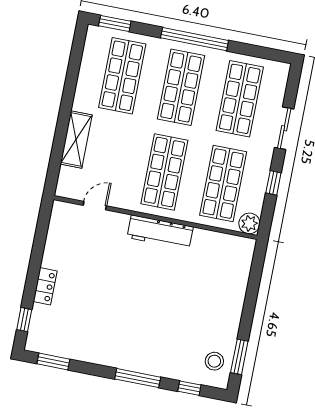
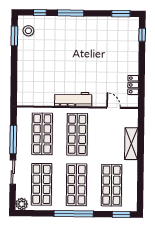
window: (273, 183) -> (13, 140), width x2.17
door: (95, 206) -> (114, 108), swing flipped
plant: (249, 223) -> (22, 204), moved
locker: (45, 286) -> (133, 85), moved

